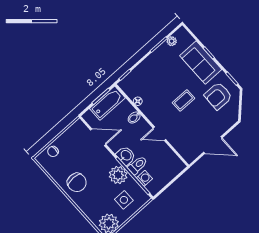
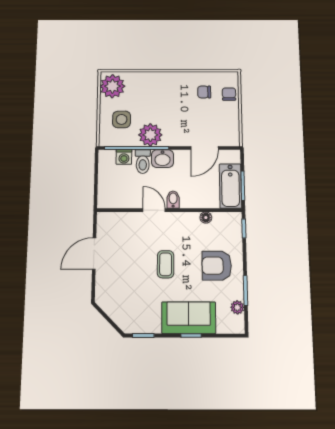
armchair: (218, 96) -> (217, 266), moved, turned -91
bidet: (134, 118) -> (173, 200), moved
door: (159, 134) -> (154, 210), hinge flipped
chair: (77, 182) -> (204, 92), moved, width x0.54, depth x0.54

